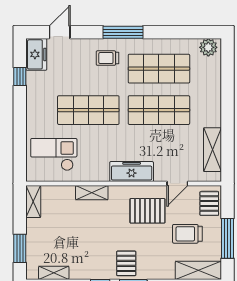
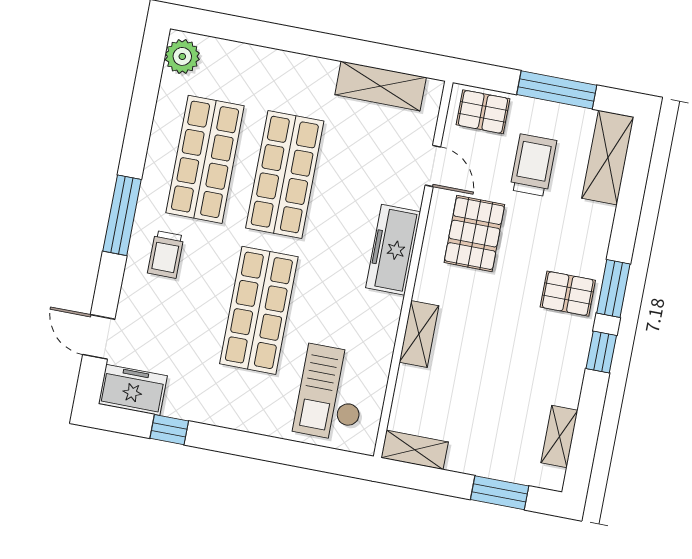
trolley: (187, 234) -> (533, 165), turned 180

